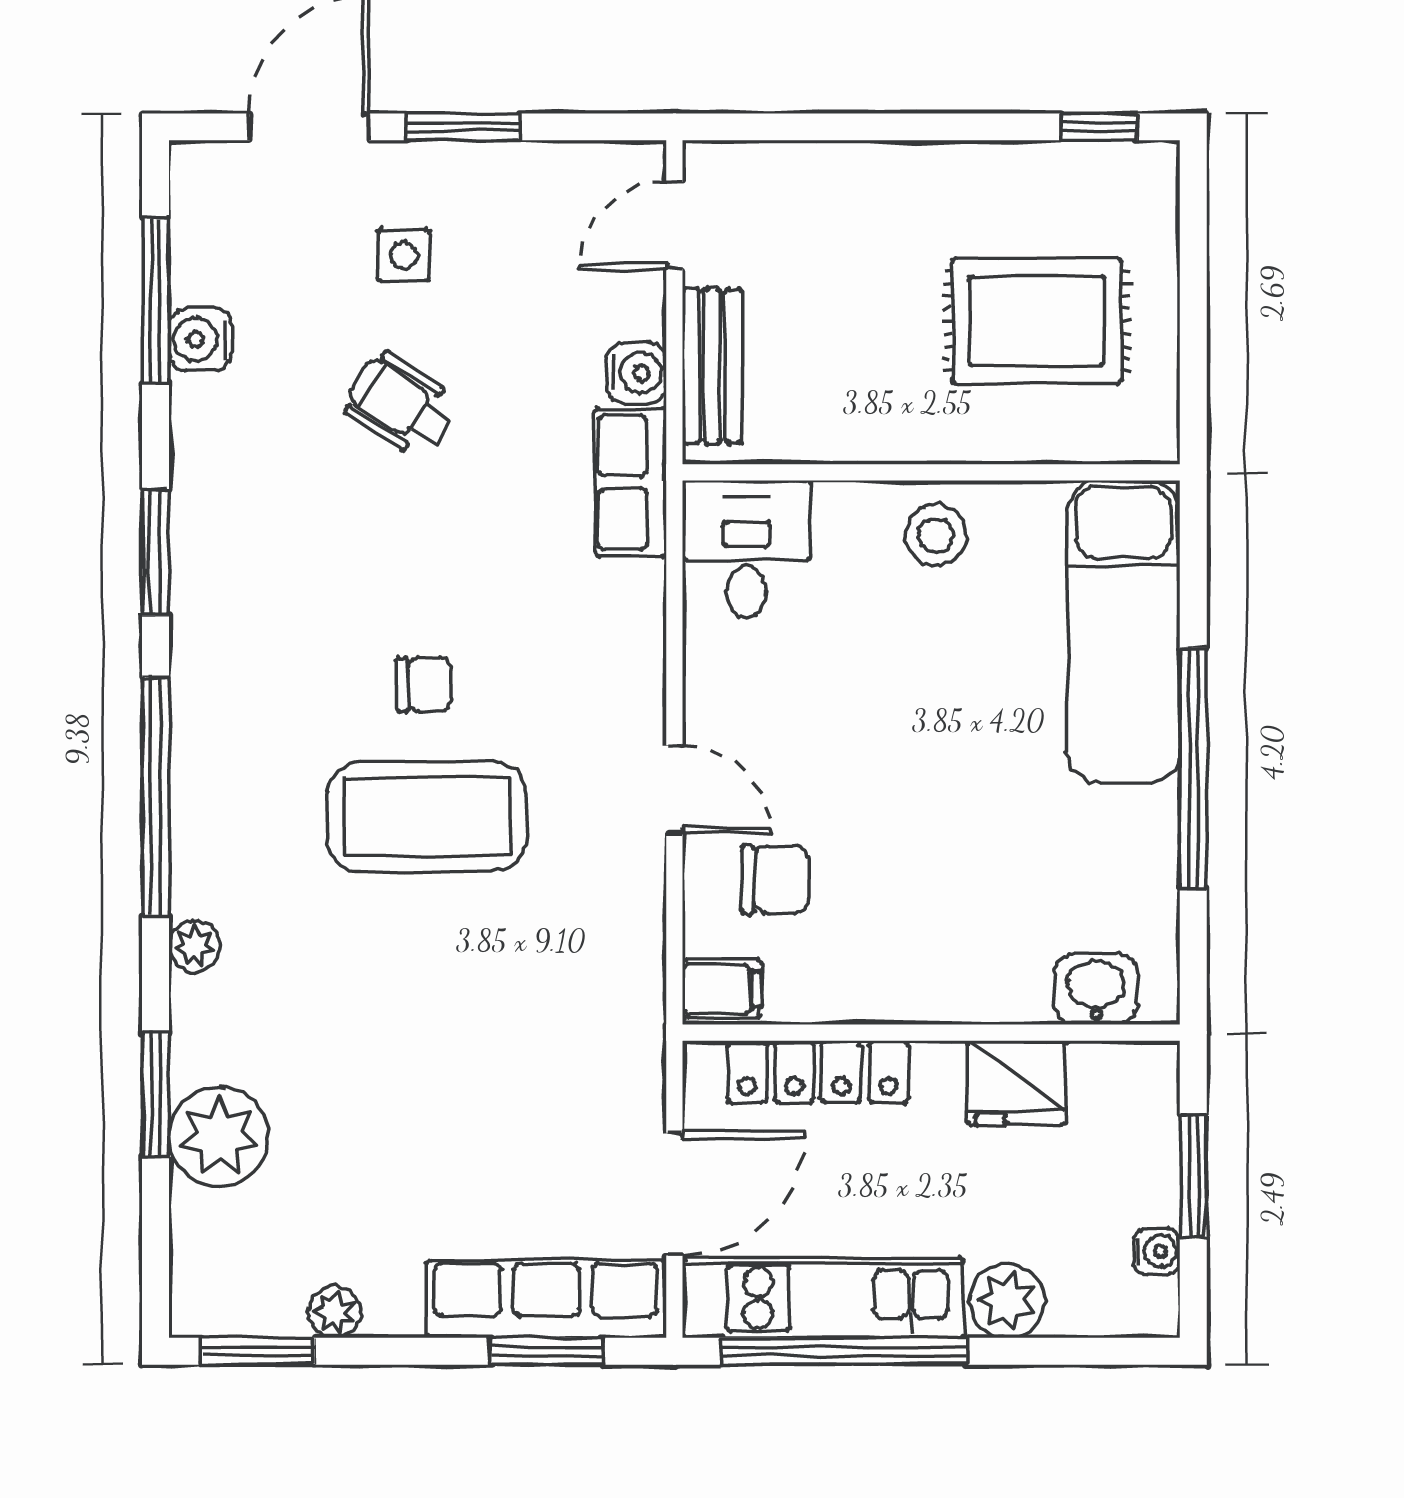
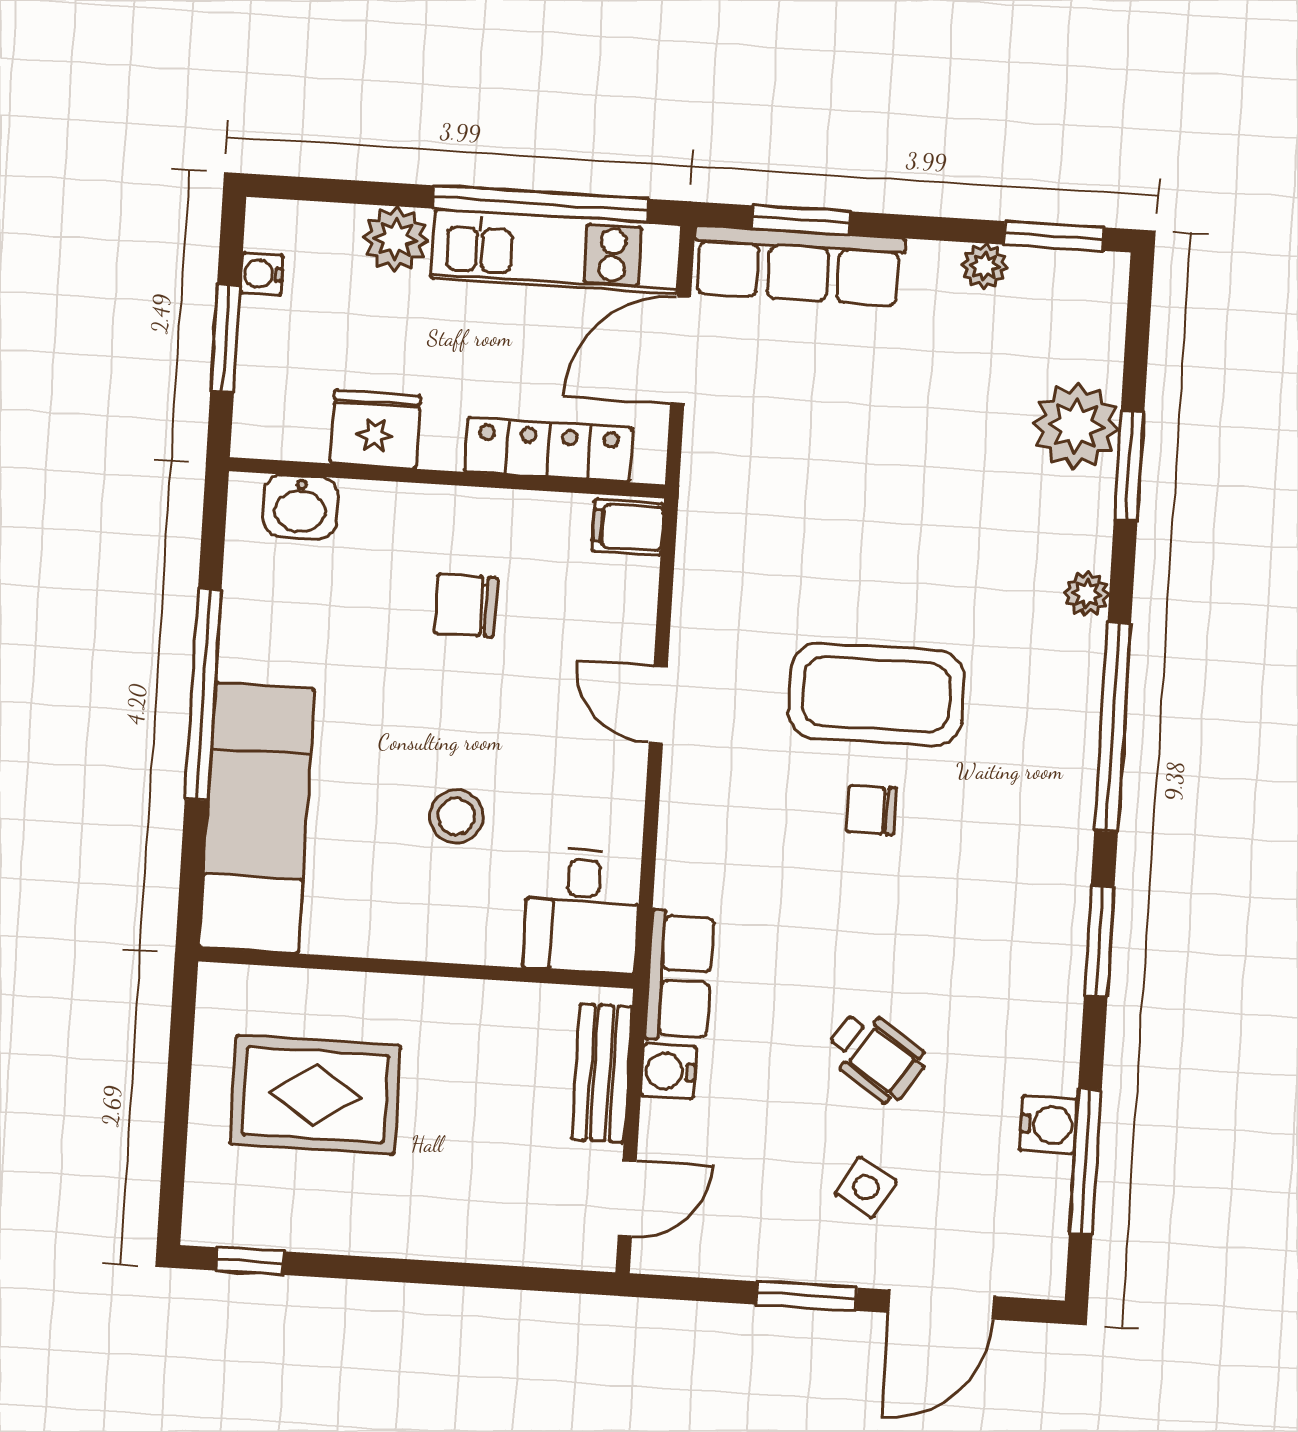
side table: (404, 255) -> (866, 1187), turned 30
stool: (936, 535) -> (456, 816), moved
chair: (775, 879) -> (466, 605), moved

